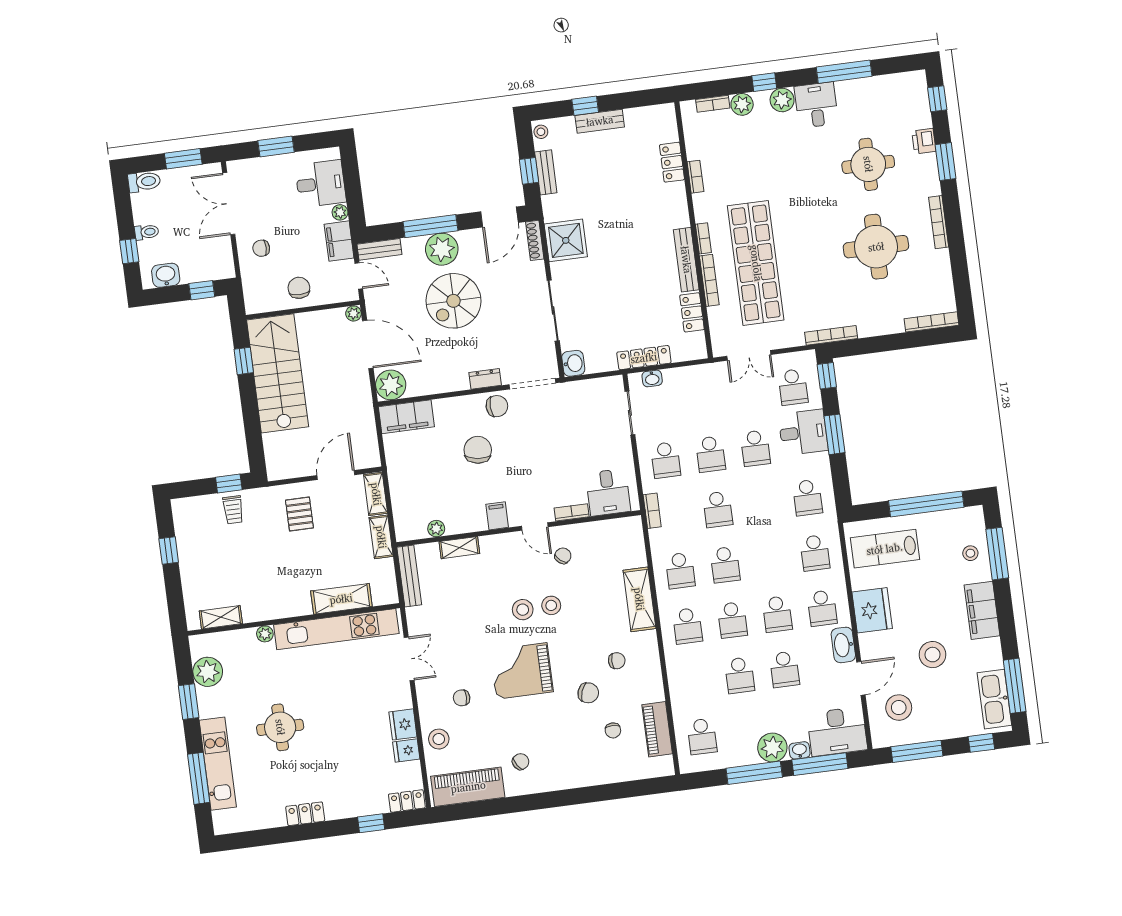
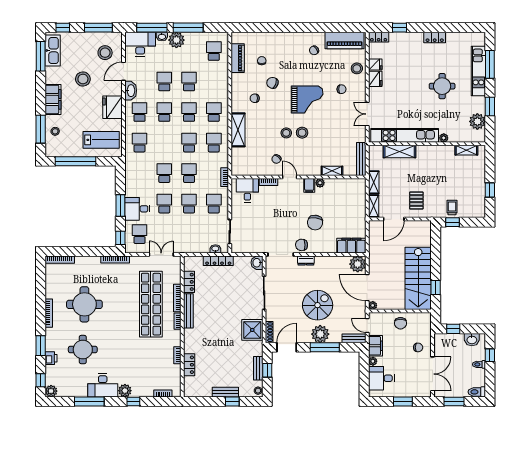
plant: (742, 104) -> (51, 391), moved
desk: (816, 105) -> (103, 385), width x1.37
school desk: (808, 498) -> (164, 173), moved
plant: (436, 529) -> (320, 183), moved

